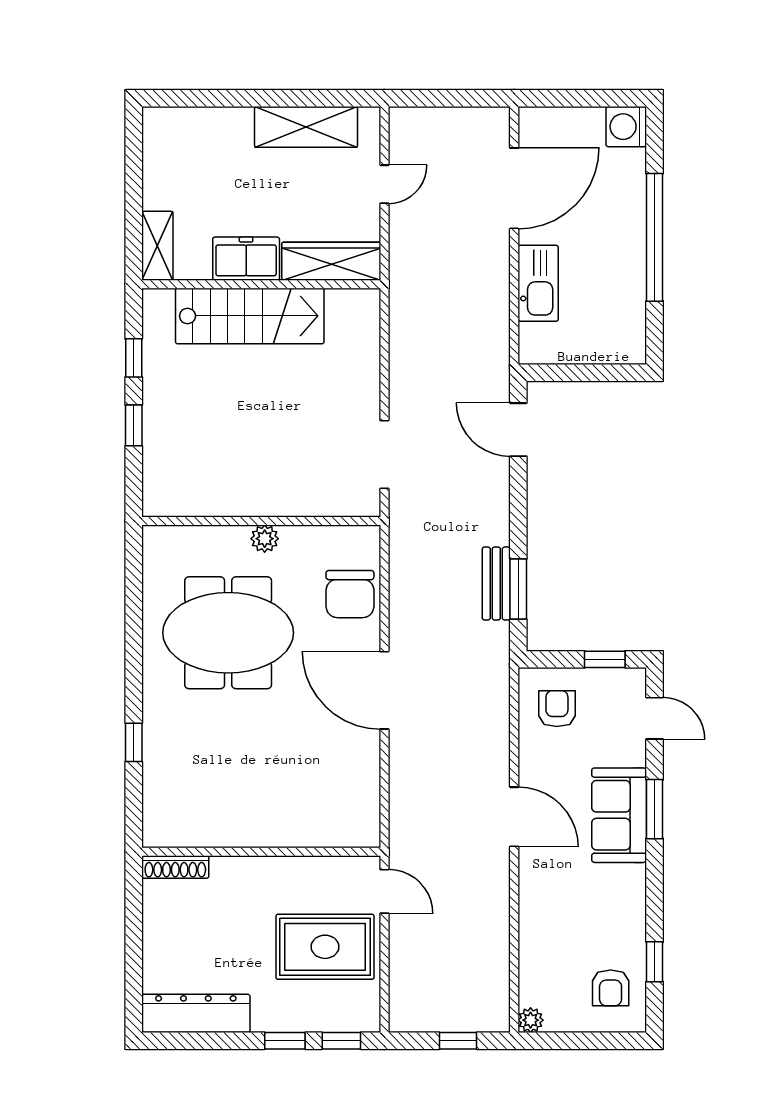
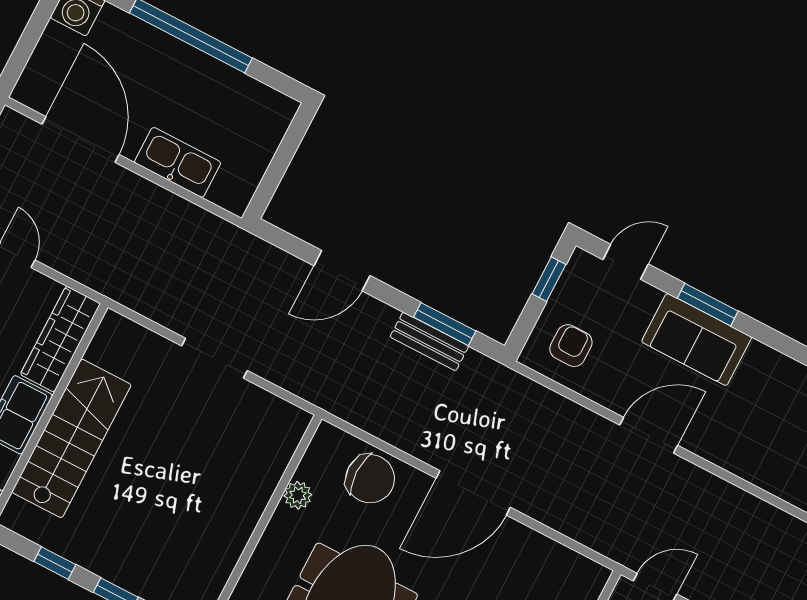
door: (518, 430) -> (342, 271), moved
doorway: (384, 455) -> (214, 358), moved
plant: (265, 539) -> (298, 495), moved
armchair: (557, 709) -> (571, 346), turned 90

